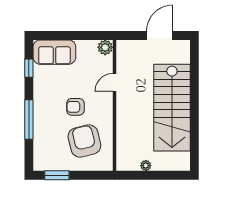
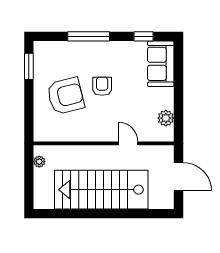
door: (114, 83) -> (128, 143), moved
wall: (114, 105) -> (104, 143), moved

